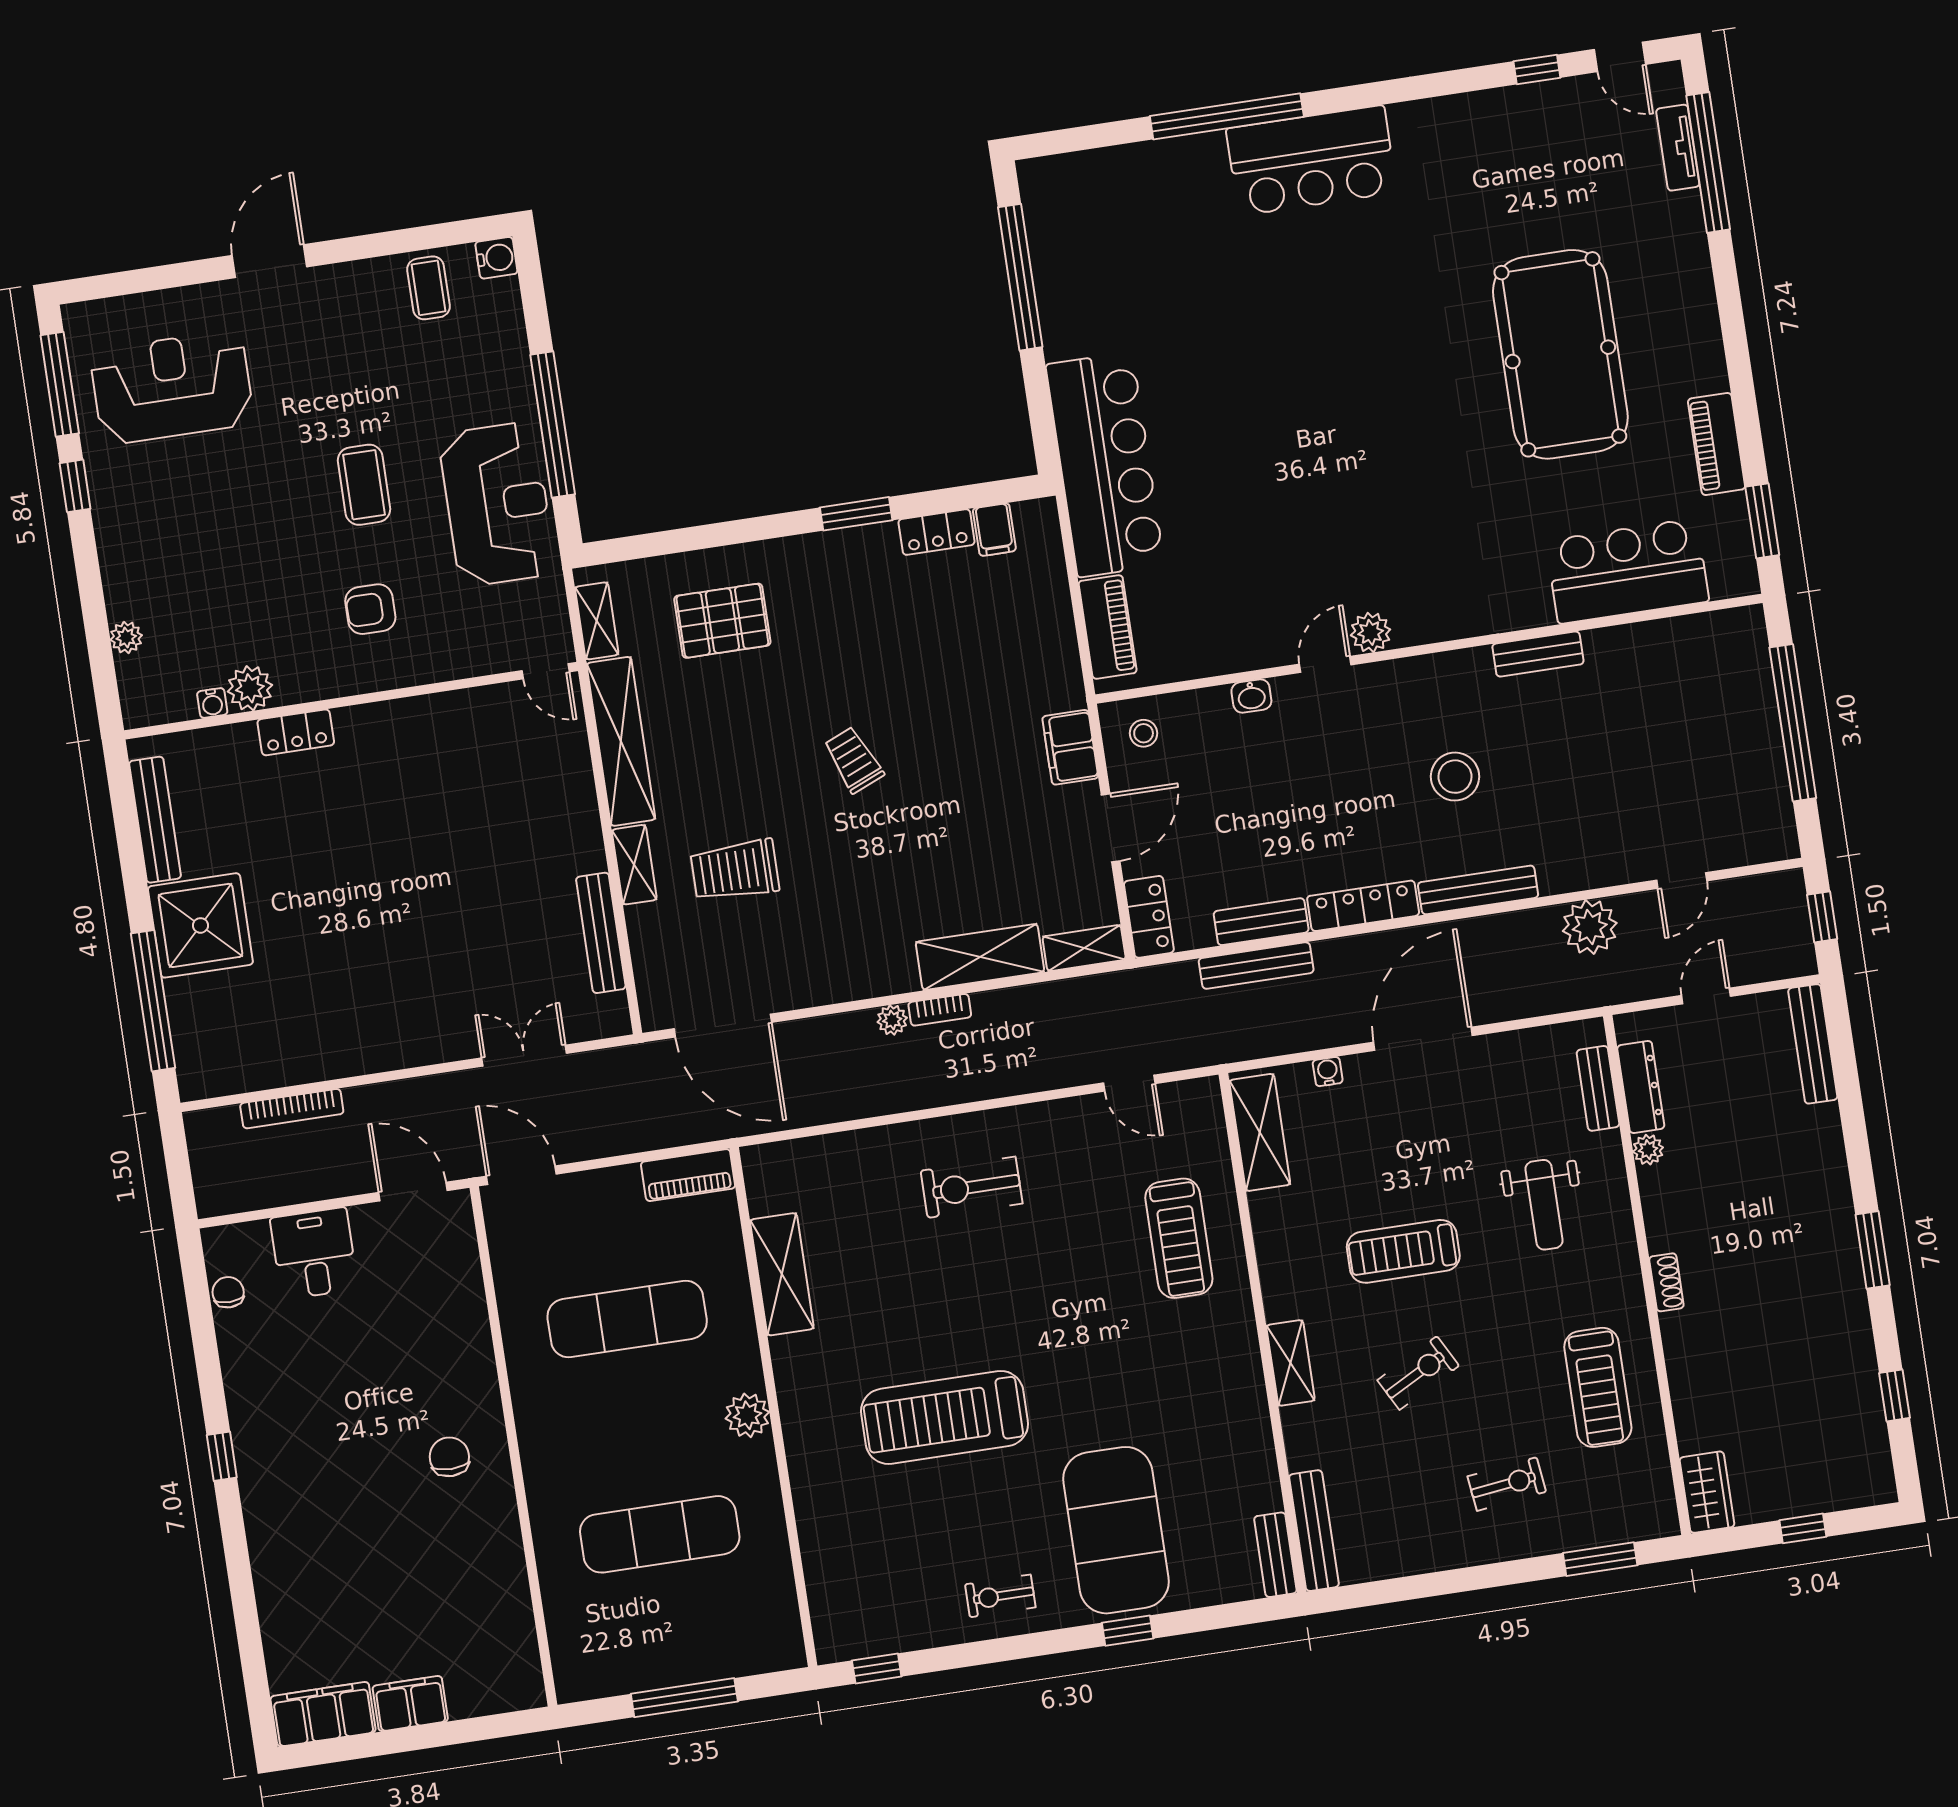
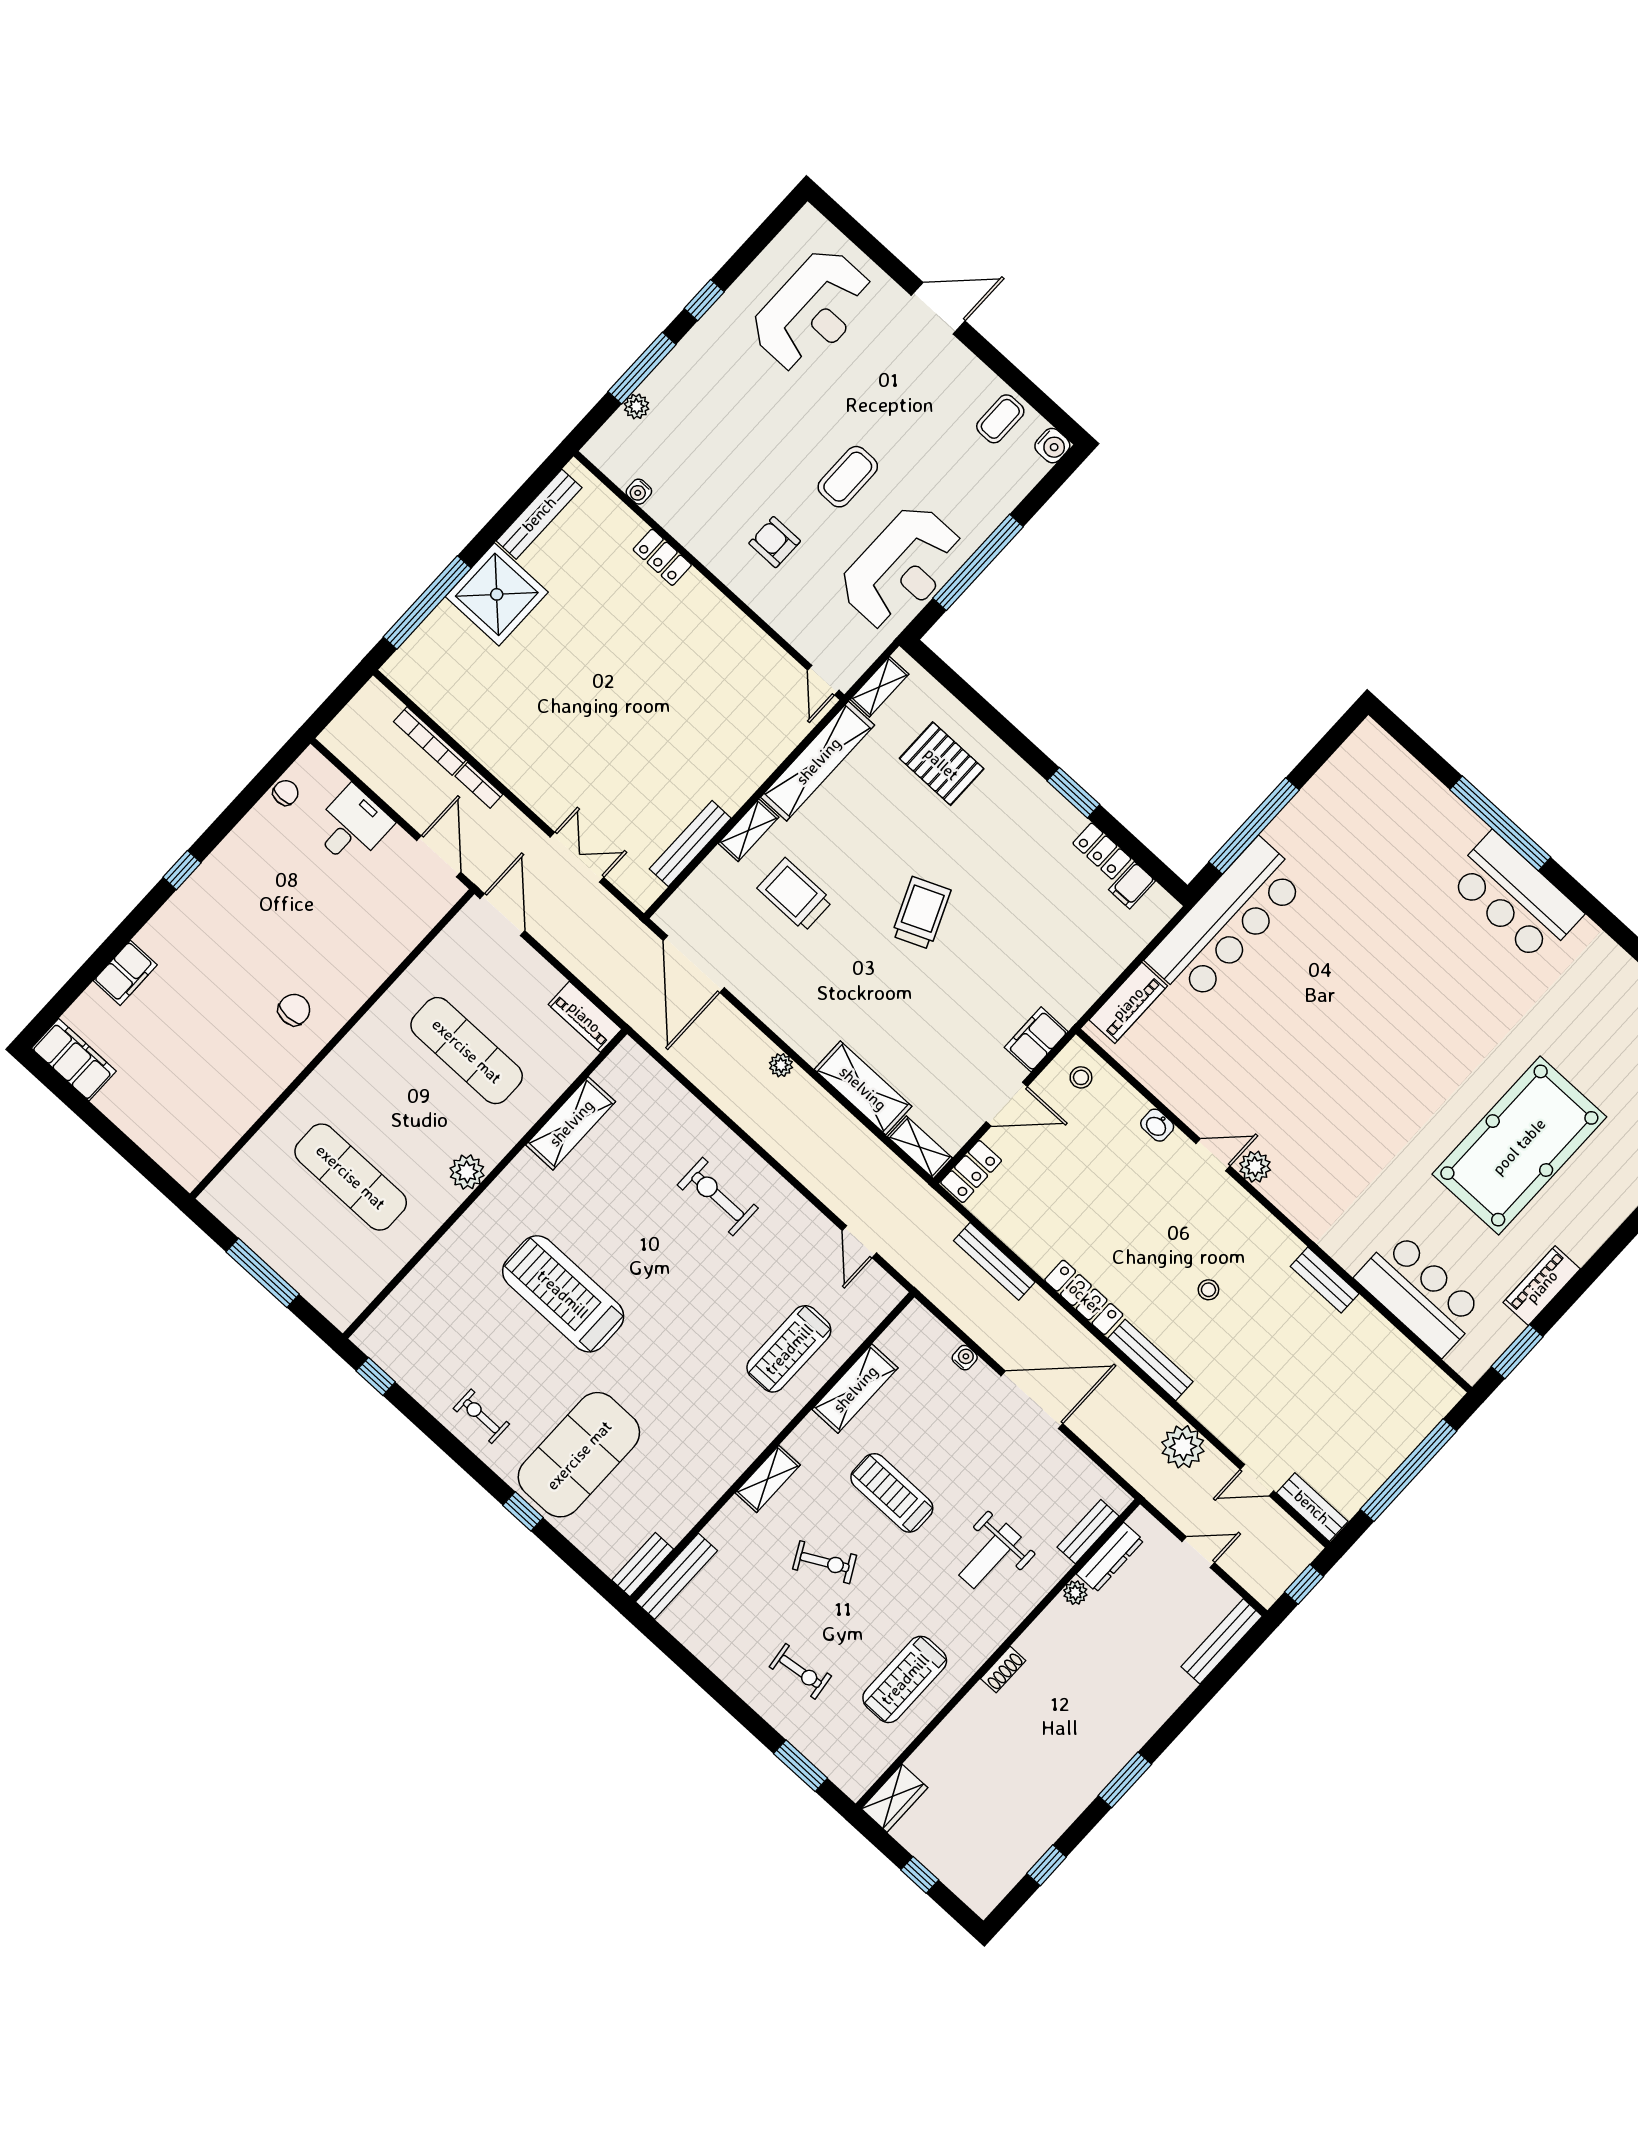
window: (1020, 277) -> (1254, 826), moved
window: (60, 384) -> (642, 368), moved
reception desk: (172, 387) -> (812, 311), turned 90
plant: (250, 688) -> (667, 507), removed
trolley: (854, 760) -> (921, 913), width x1.36, depth x1.39
stool: (1455, 777) -> (1208, 1290), width x0.53, depth x0.53
bench: (1261, 922) -> (1312, 1507), moved
bookcase: (940, 1010) -> (479, 785), moved
shelving: (1260, 1132) -> (855, 1389), moved
filing cabinet: (410, 1704) -> (125, 973), moved, turned 90

